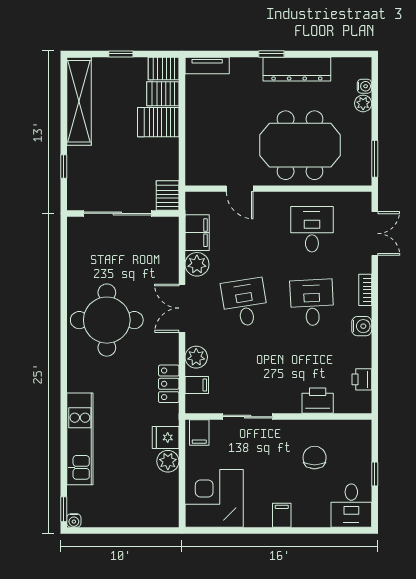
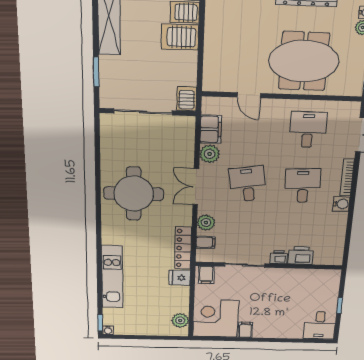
window: (64, 167) -> (96, 72), width x1.50
bookcase: (365, 290) -> (347, 178), width x1.56
printer: (362, 379) -> (279, 257), moved, turned 90
locker: (169, 384) -> (183, 248), width x1.53
chair: (315, 458) -> (295, 294), removed
plant: (168, 461) -> (180, 320), moved
filing cabinet: (282, 515) -> (245, 330), moved

